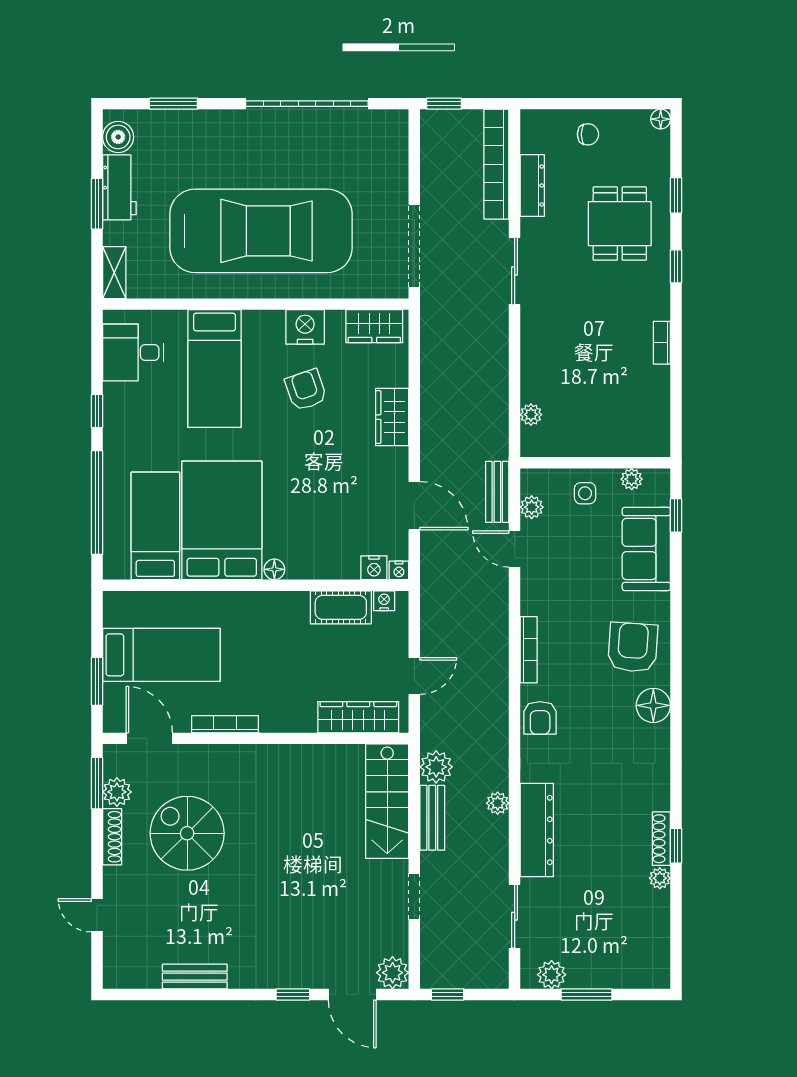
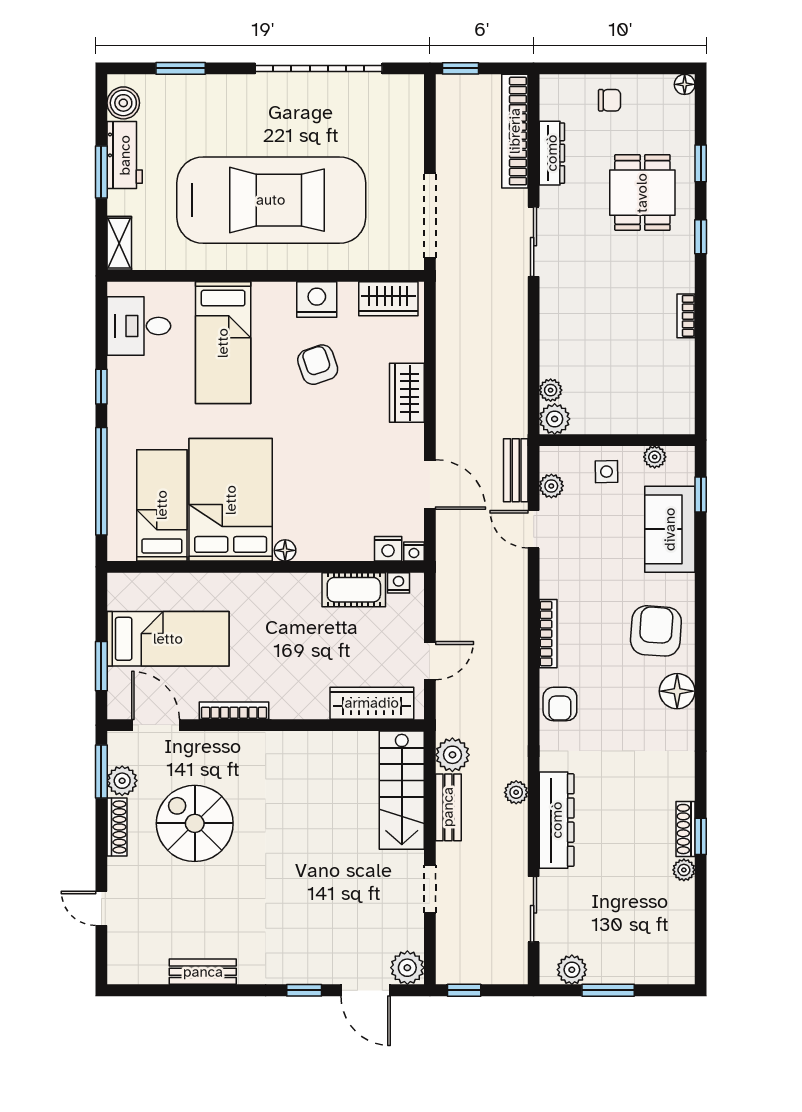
plant: (535, 442) -> (555, 419), added

